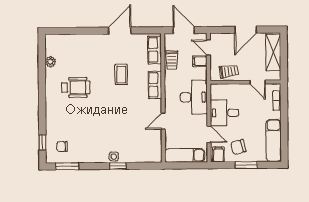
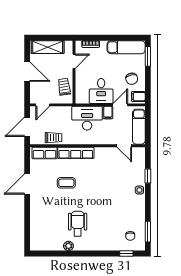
door: (120, 31) -> (27, 184), hinge flipped
filing cabinet: (200, 61) -> (108, 113), moved
plant: (50, 62) -> (68, 246), moved
row of seats: (155, 85) -> (76, 153), width x1.48
door: (163, 121) -> (124, 146), moved
window: (246, 165) -> (148, 56), moved
window: (118, 166) -> (148, 176), moved

